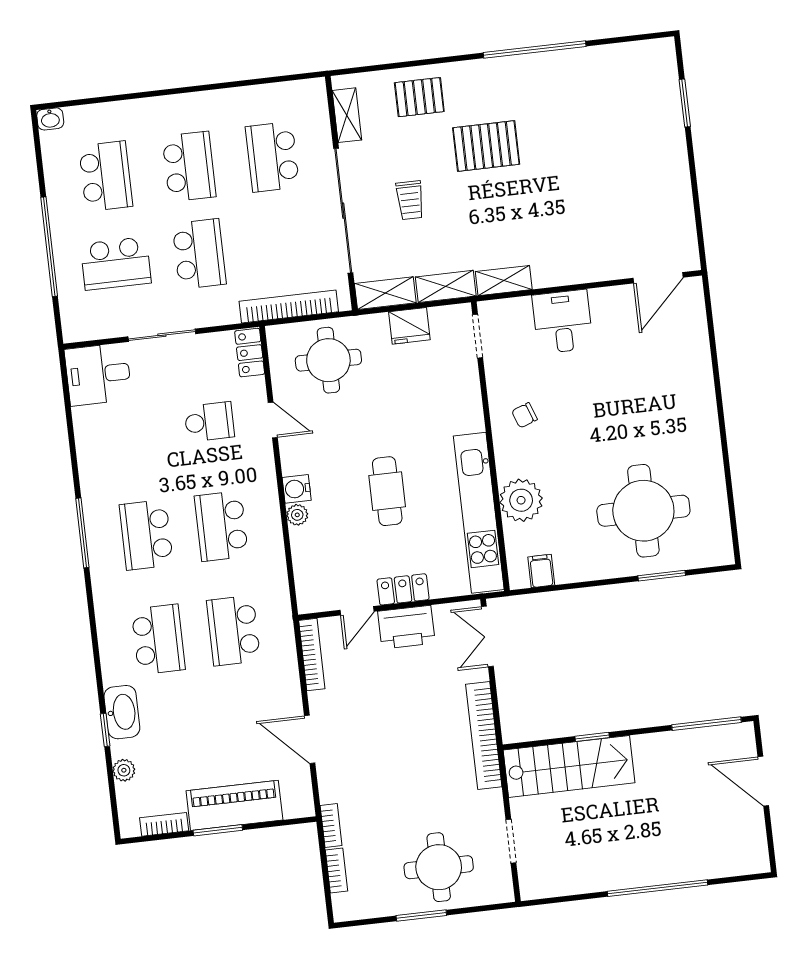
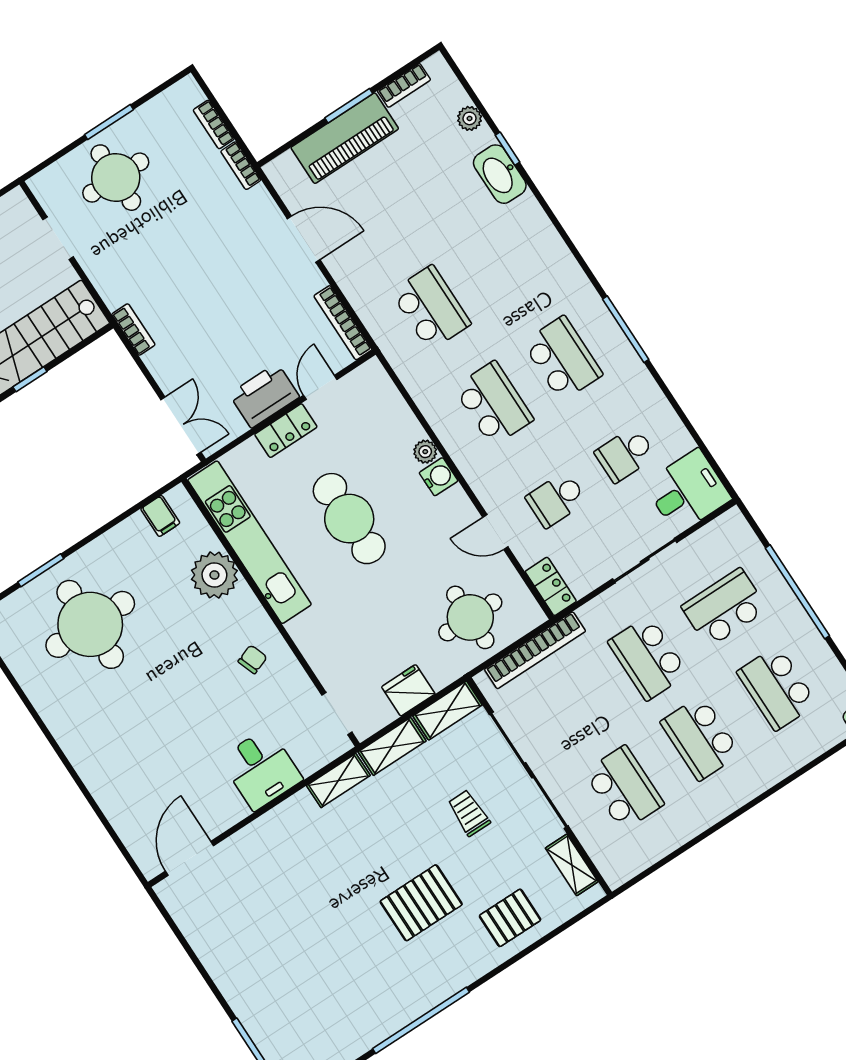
cafe table: (387, 491) -> (349, 519), width x1.37, depth x1.35
school desk: (158, 639) -> (625, 454), moved, width x0.54
bookcase: (484, 735) -> (133, 329), width x0.43, depth x0.76

